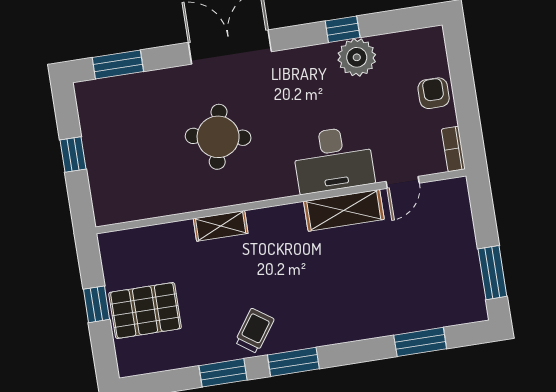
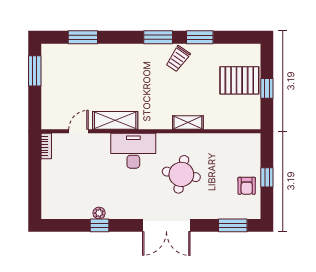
plant: (357, 57) -> (99, 213), width x0.53, depth x0.53
armchair: (434, 93) -> (247, 186), moved
desk: (333, 159) -> (133, 151), moved

